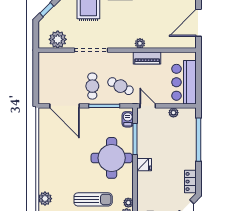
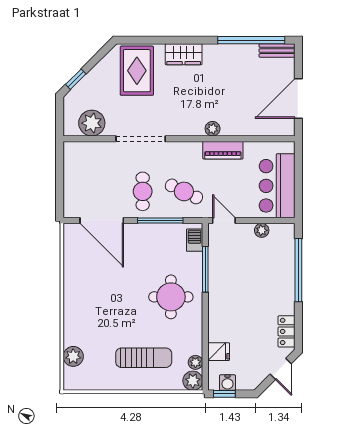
round table: (112, 158) -> (171, 297), width x0.73, depth x0.73
fridge: (144, 165) -> (219, 352), moved

